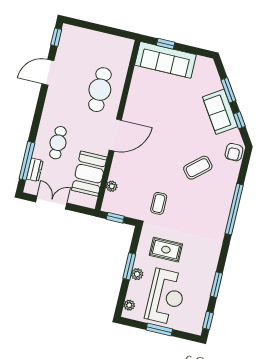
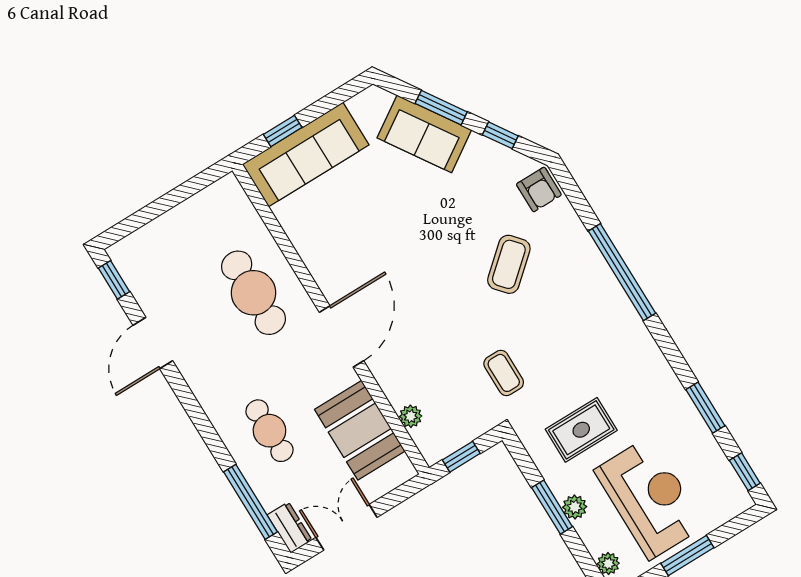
sofa: (220, 112) -> (424, 134), moved
dresser: (35, 170) -> (290, 528), moved

